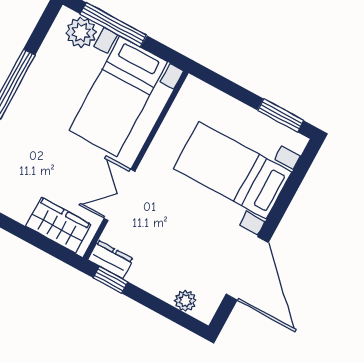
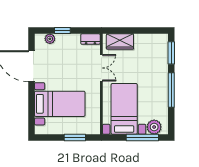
window: (280, 115) -> (75, 138), moved
window: (110, 280) -> (62, 30), moved

